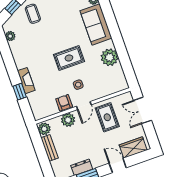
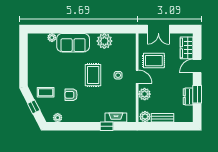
fireplace: (26, 81) -> (116, 117), moved
armchair: (64, 103) -> (71, 95), moved

